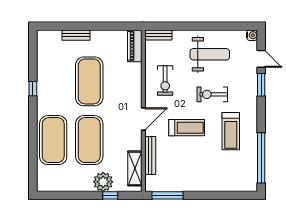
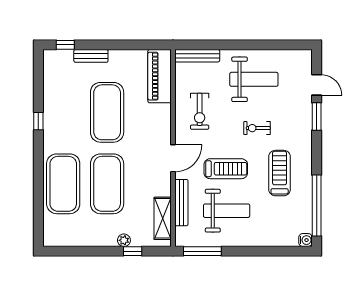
window: (55, 26) -> (65, 45), added
bench: (158, 35) -> (197, 56), width x1.36
water cooler: (252, 35) -> (305, 240), moved
piano: (135, 46) -> (160, 76), width x1.37, depth x1.33
exercise bike: (212, 94) -> (257, 128), width x0.73, depth x0.72
treadmill: (231, 131) -> (280, 173), turned 180
weight bench: (187, 162) -> (227, 211), added
plant: (103, 182) -> (124, 240), width x0.53, depth x0.53

